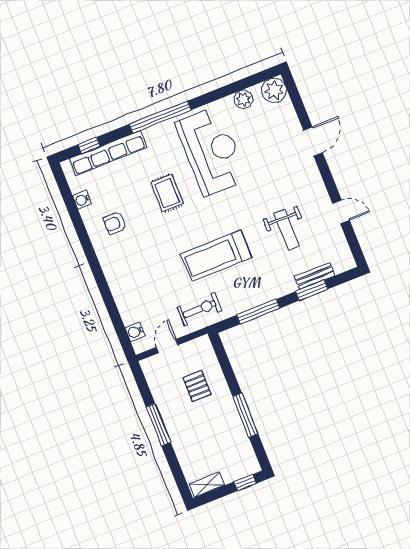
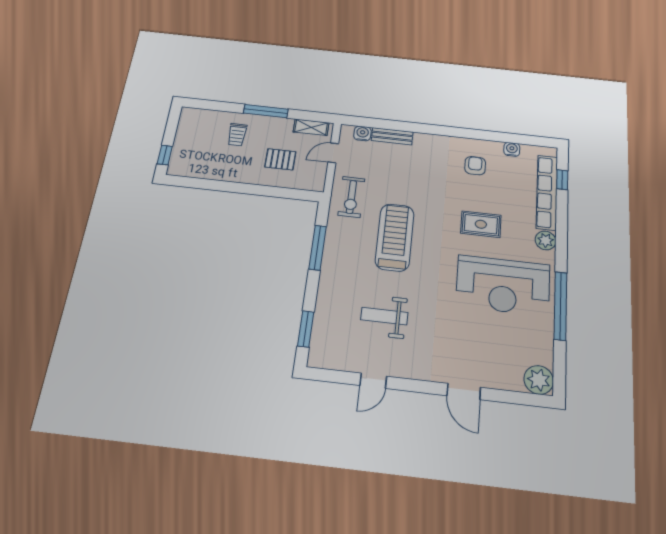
plant: (243, 99) -> (546, 240), moved
window: (160, 117) -> (560, 306), moved
bench: (315, 276) -> (392, 136), moved, turned 90
window: (312, 290) -> (306, 329), moved
door: (167, 346) -> (333, 153), swing flipped
window: (245, 415) -> (226, 186), removed
trolley: (194, 435) -> (237, 135), added
shelving: (207, 485) -> (311, 127), moved, turned 90

